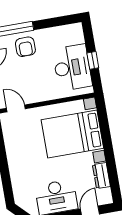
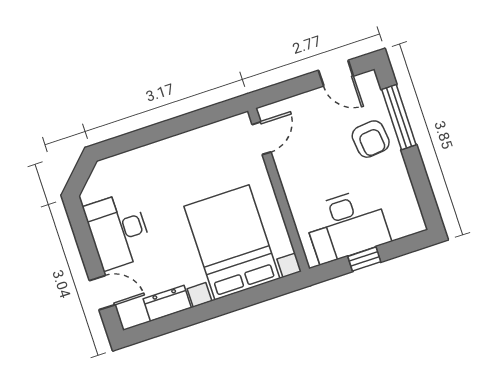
armchair: (25, 47) -> (371, 139), turned -96

